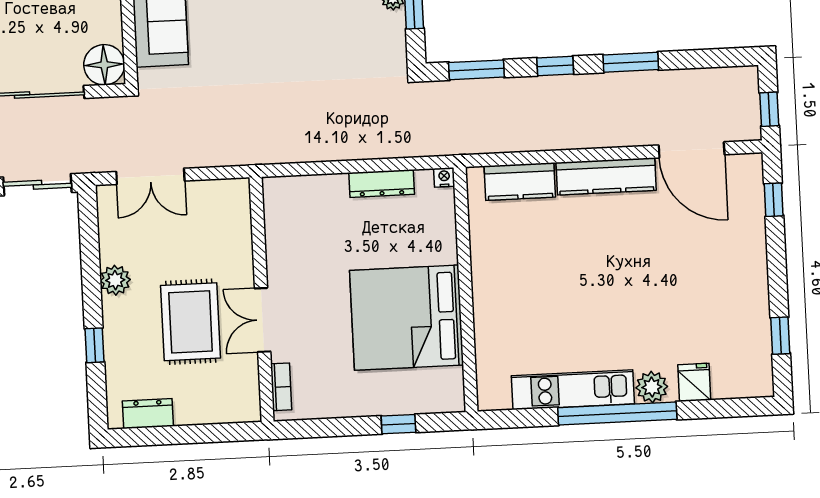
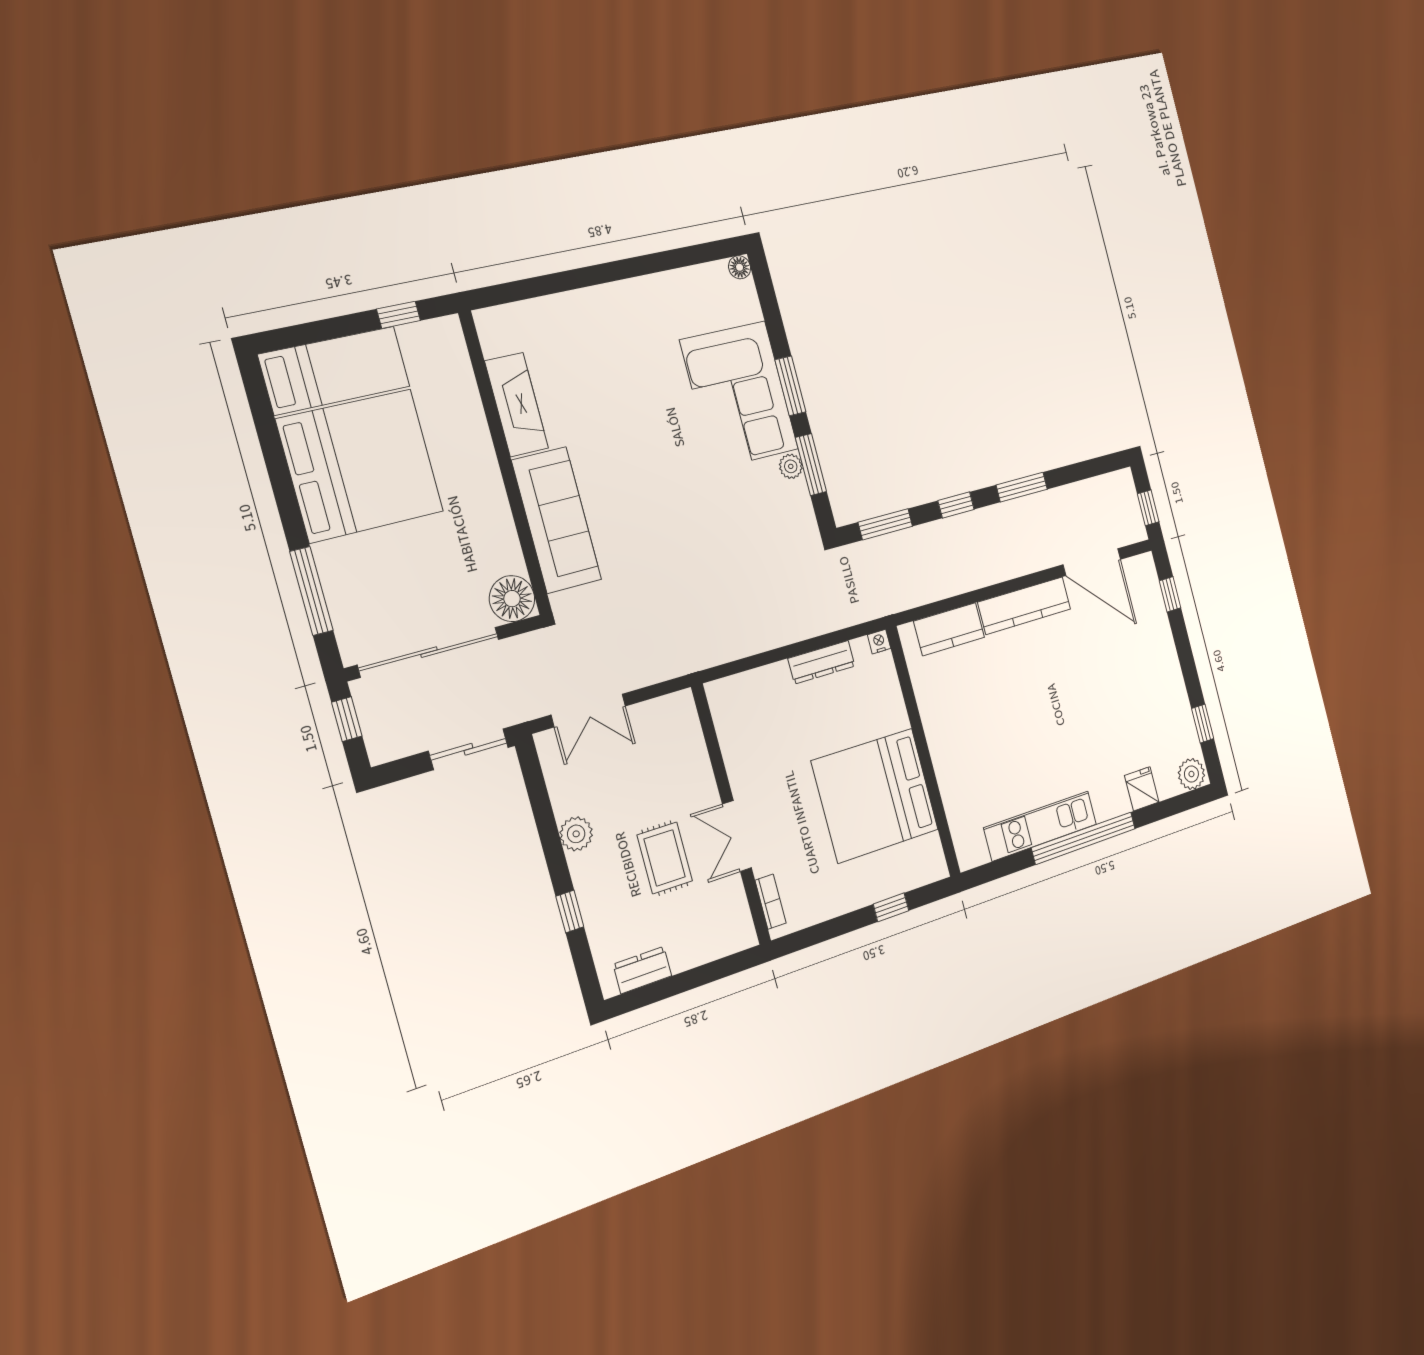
rug: (191, 322) -> (665, 858), width x0.73, depth x0.70
plant: (652, 387) -> (1191, 774), moved

